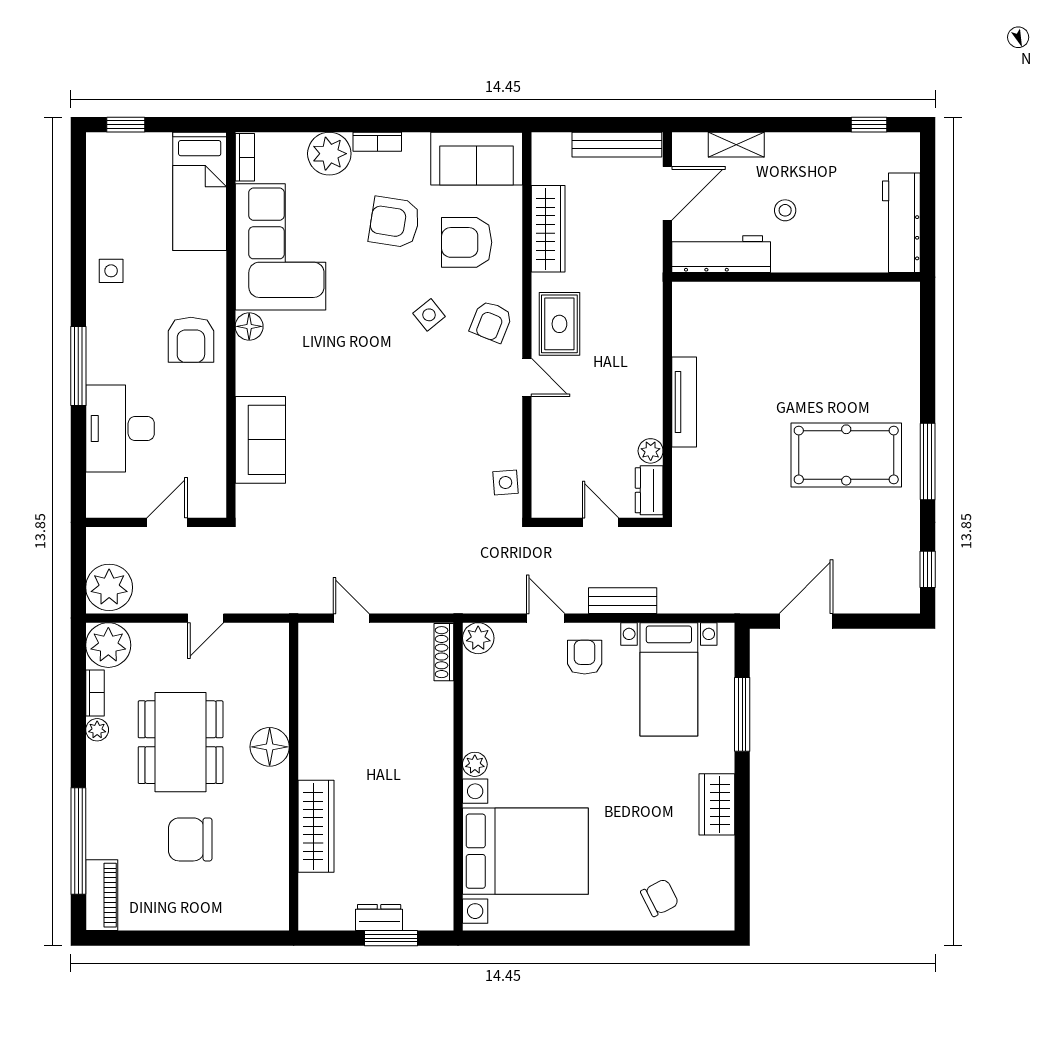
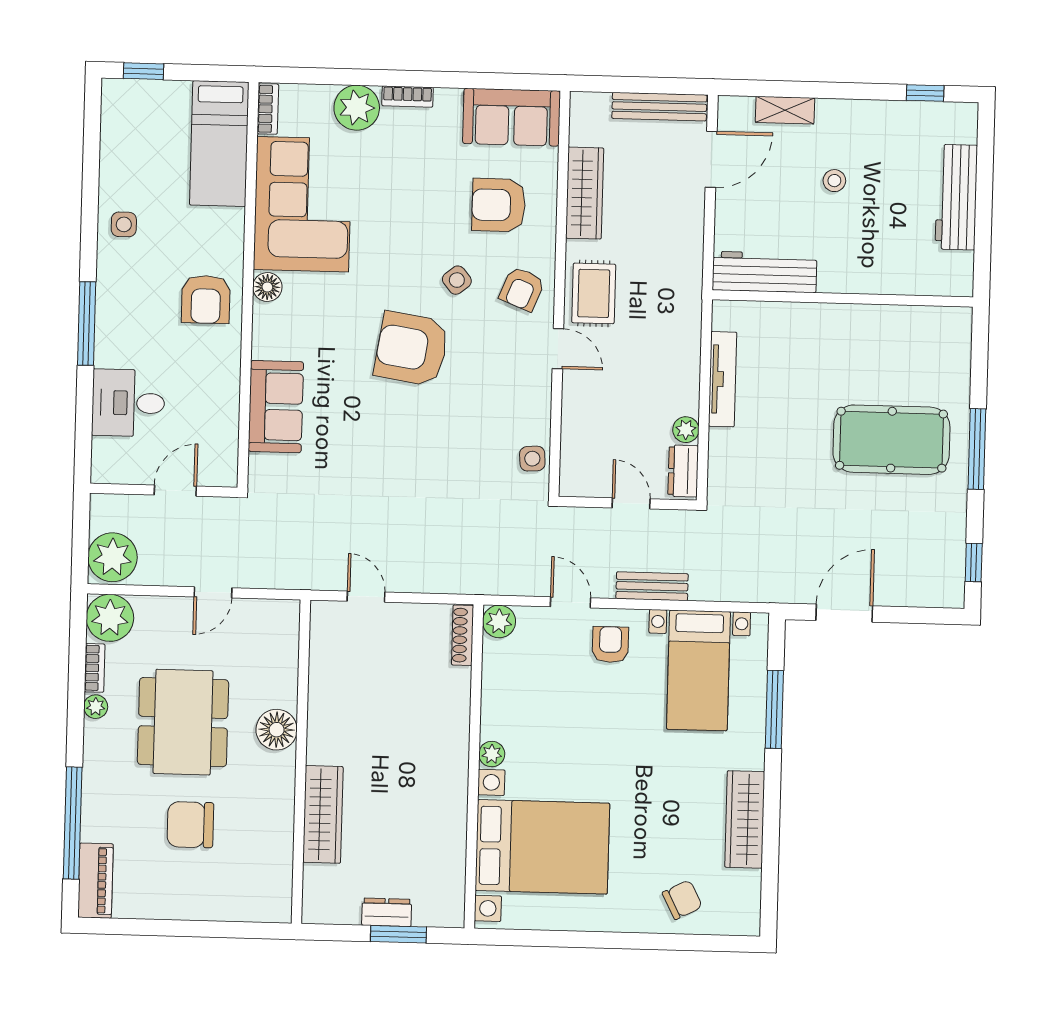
armchair: (394, 222) -> (412, 349), moved, width x1.36, depth x1.36
workbench: (721, 254) -> (764, 272), moved
wall: (796, 277) -> (843, 298), moved
desk: (120, 428) -> (128, 403), width x0.73
wardrobe: (717, 804) -> (745, 819), width x1.50

